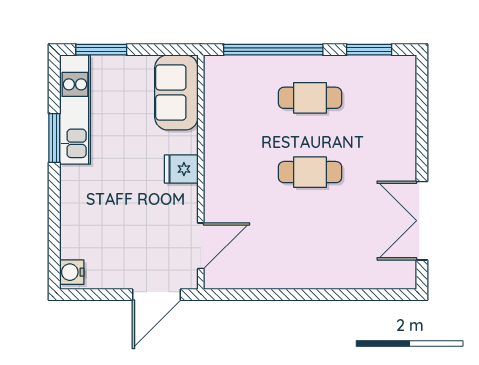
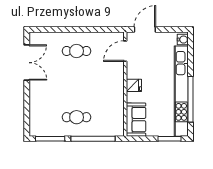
window: (369, 50) -> (50, 139), width x1.44
kitchen unit: (75, 109) -> (181, 91), width x1.86
window: (54, 138) -> (190, 99), width x2.11
cafe table: (310, 172) -> (77, 51), moved

